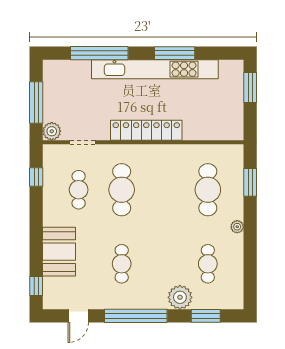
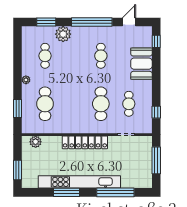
plant: (52, 131) -> (36, 142), moved

